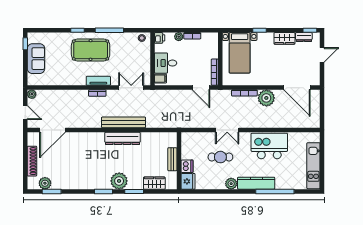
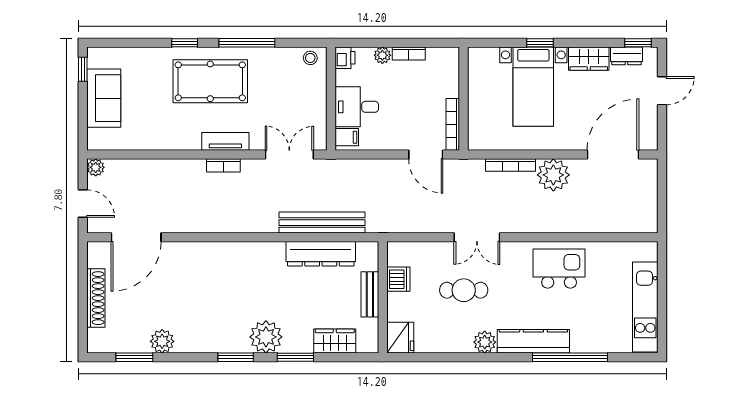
bed with nightstands: (240, 53) -> (533, 87), moved
door: (297, 88) -> (613, 155), swing flipped
bench: (124, 122) -> (322, 223), moved
dresser: (123, 138) -> (321, 254), moved
kitchen island: (269, 146) -> (559, 269), width x0.73, depth x0.78
dishwasher: (187, 166) -> (398, 279), moved
plant: (45, 183) -> (162, 341), moved

